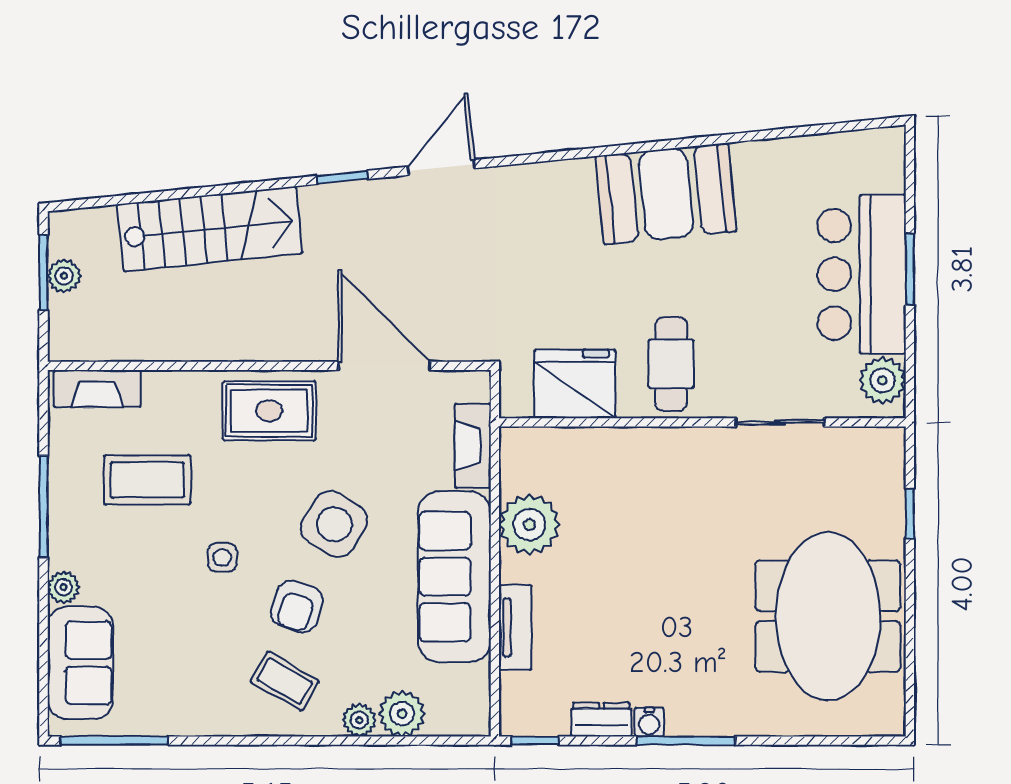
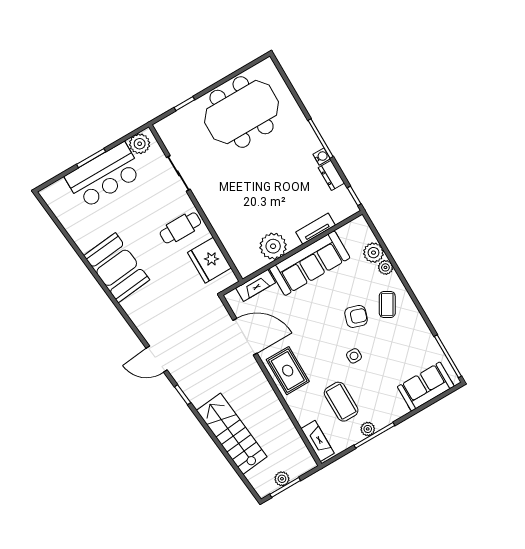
door: (384, 366) -> (245, 337), swing flipped
side table: (334, 524) -> (316, 321), removed
plant: (63, 587) -> (368, 429), moved

